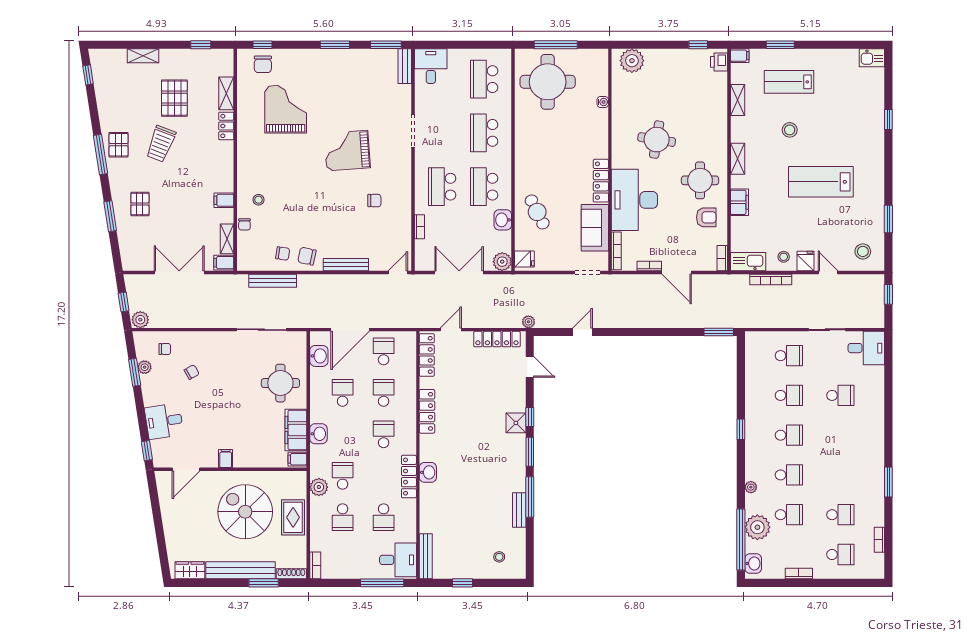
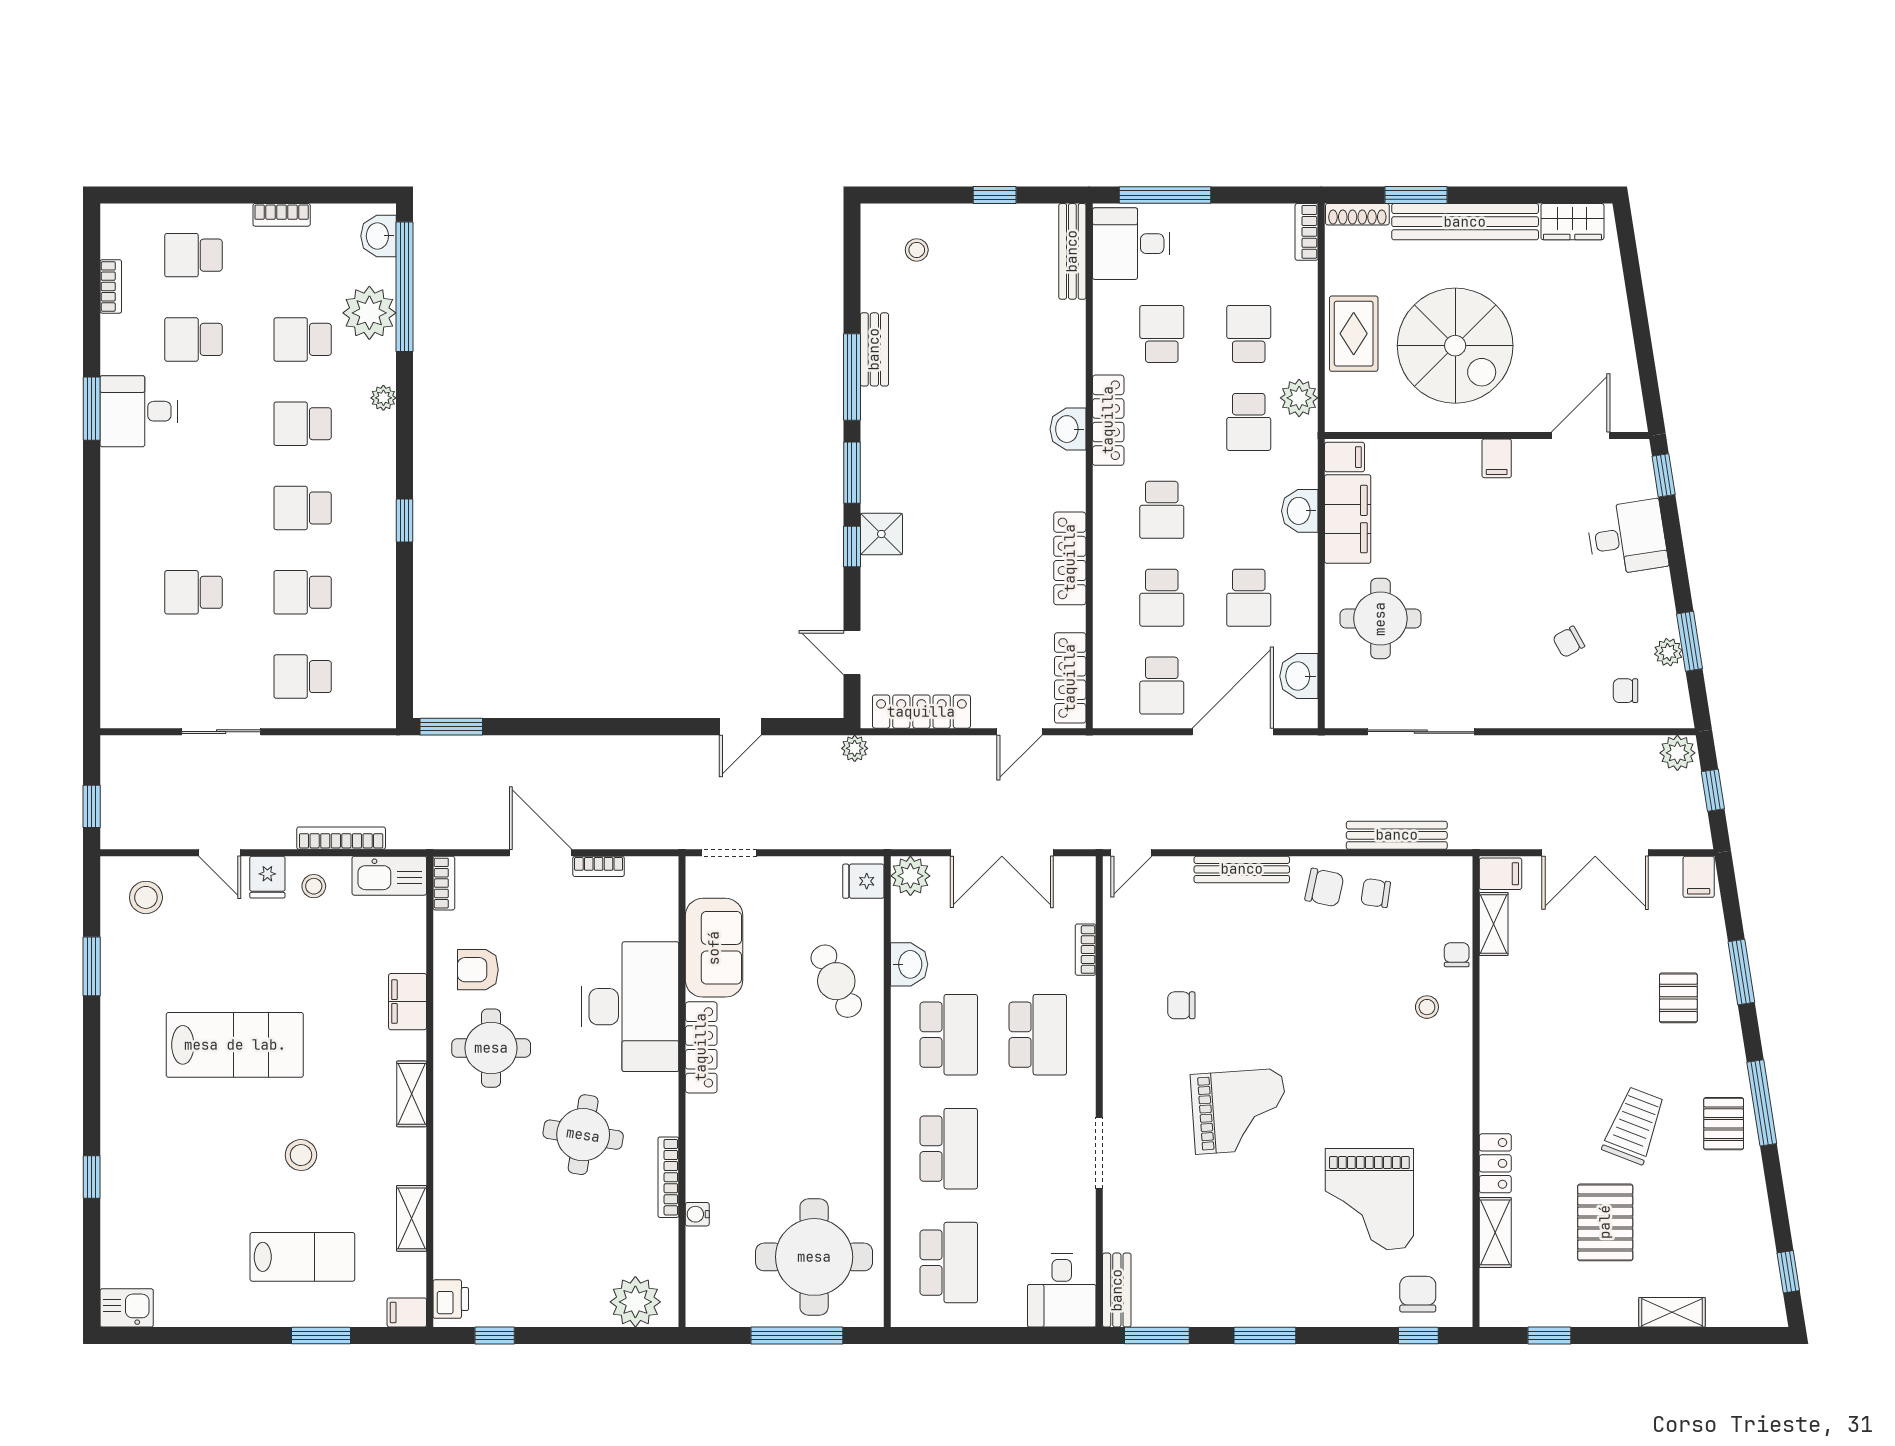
filing cabinet: (224, 200) -> (1699, 877), moved, turned 90
bookcase: (616, 251) -> (668, 1177), moved
desk: (866, 348) -> (139, 411), moved

